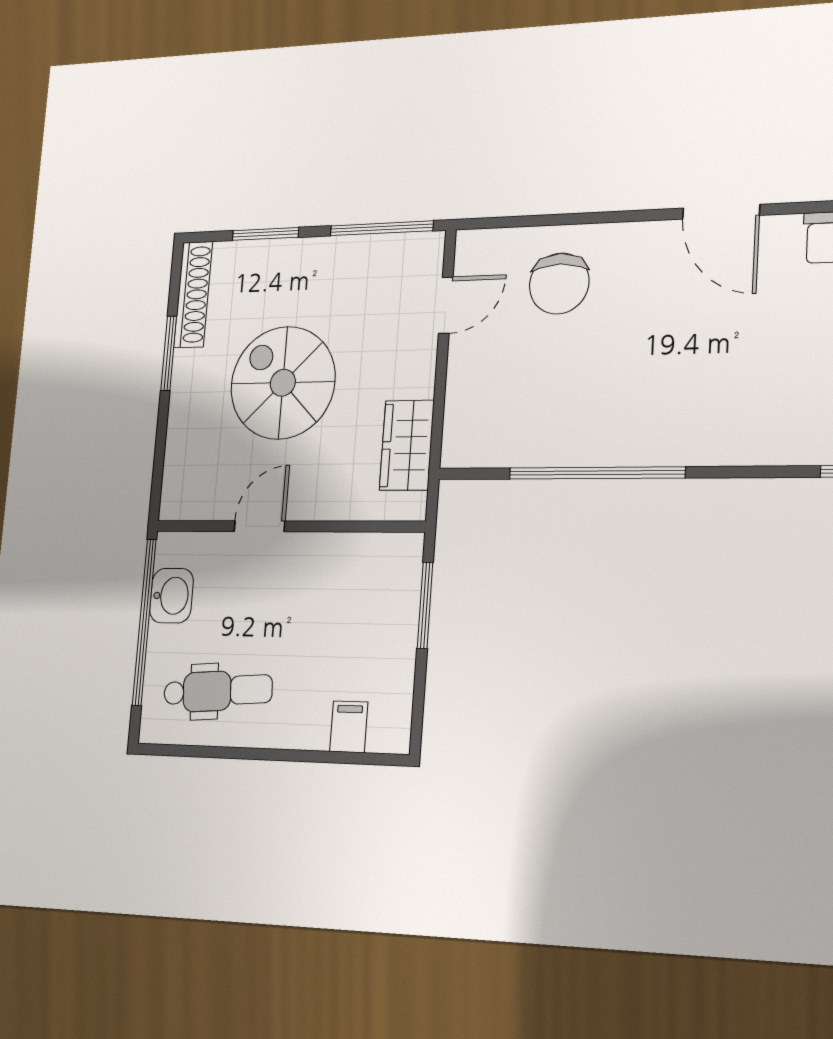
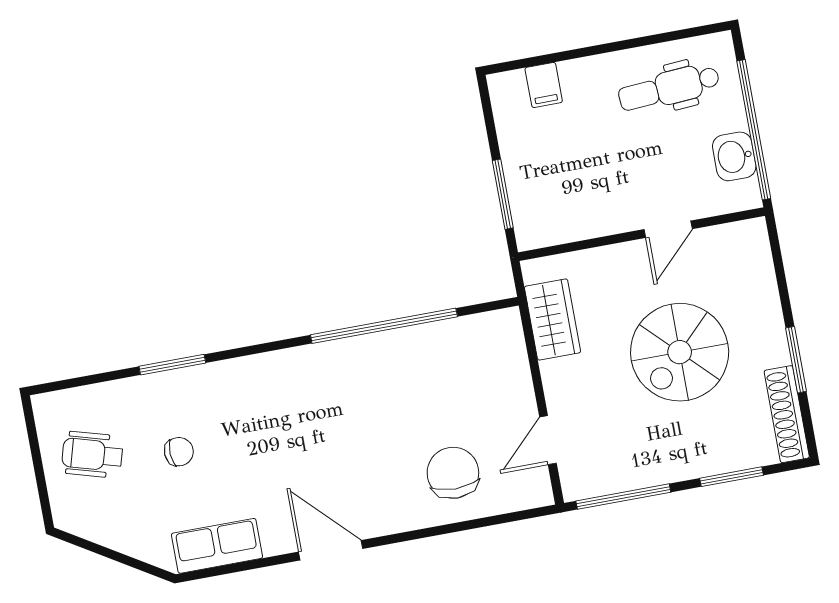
spiral stairs: (283, 383) -> (680, 352), turned 90

